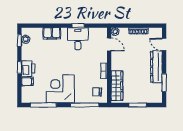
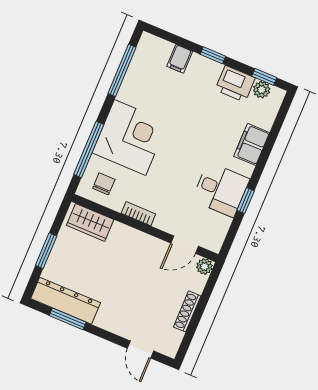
door: (164, 44) -> (141, 350), swing flipped
dresser: (156, 67) -> (66, 301), moved
printer: (28, 68) -> (235, 84), moved
wardrobe: (117, 86) -> (90, 222), width x0.67
corner desk: (60, 89) -> (130, 137), moved

